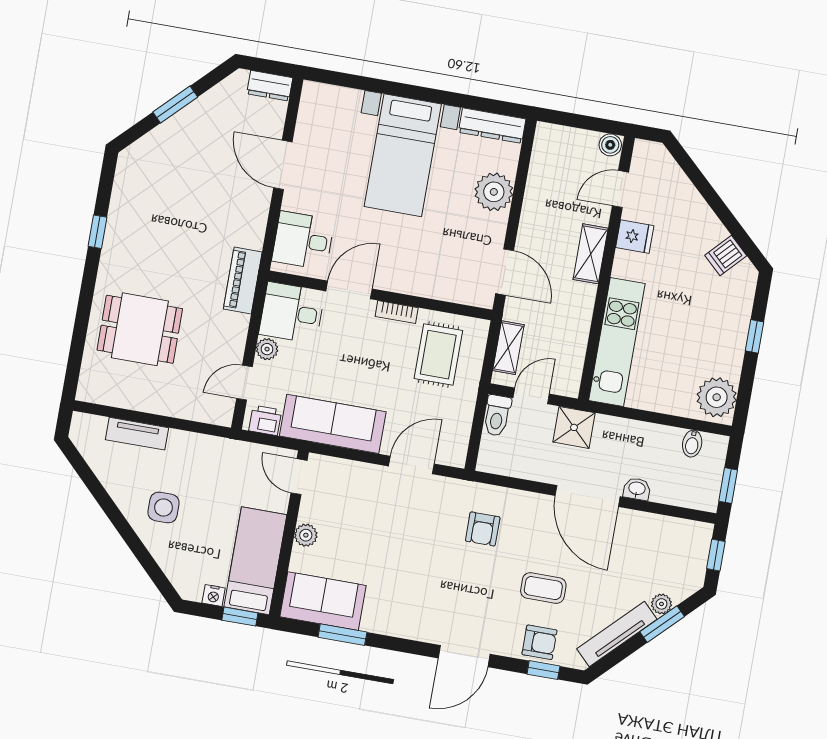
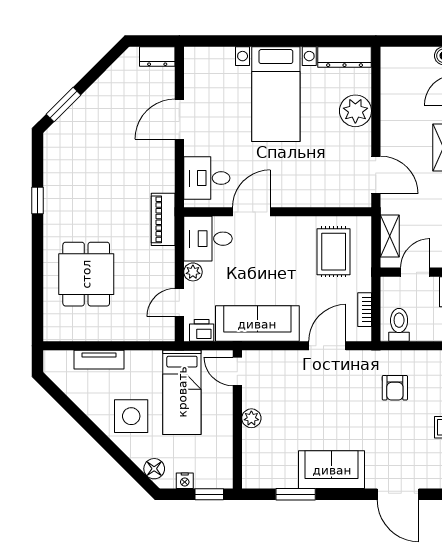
window: (175, 104) -> (64, 105), moved
door: (283, 165) -> (179, 119), hinge flipped
bookcase: (397, 312) -> (365, 310), moved, turned 90
dining table: (140, 329) -> (86, 274), turned 90
toilet: (497, 416) -> (399, 325), moved, turned 180
side table: (164, 507) -> (131, 416), width x1.37, depth x1.37
bed: (255, 561) -> (182, 392), moved, turned 180
floor lamp: (180, 575) -> (154, 469), added
sofa: (323, 601) -> (332, 470), moved
door: (464, 656) -> (398, 494), hinge flipped

